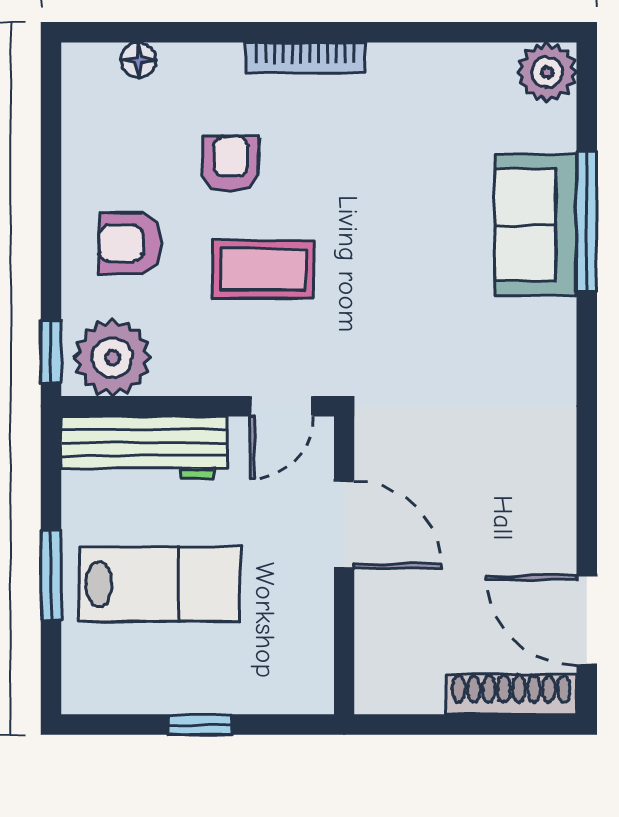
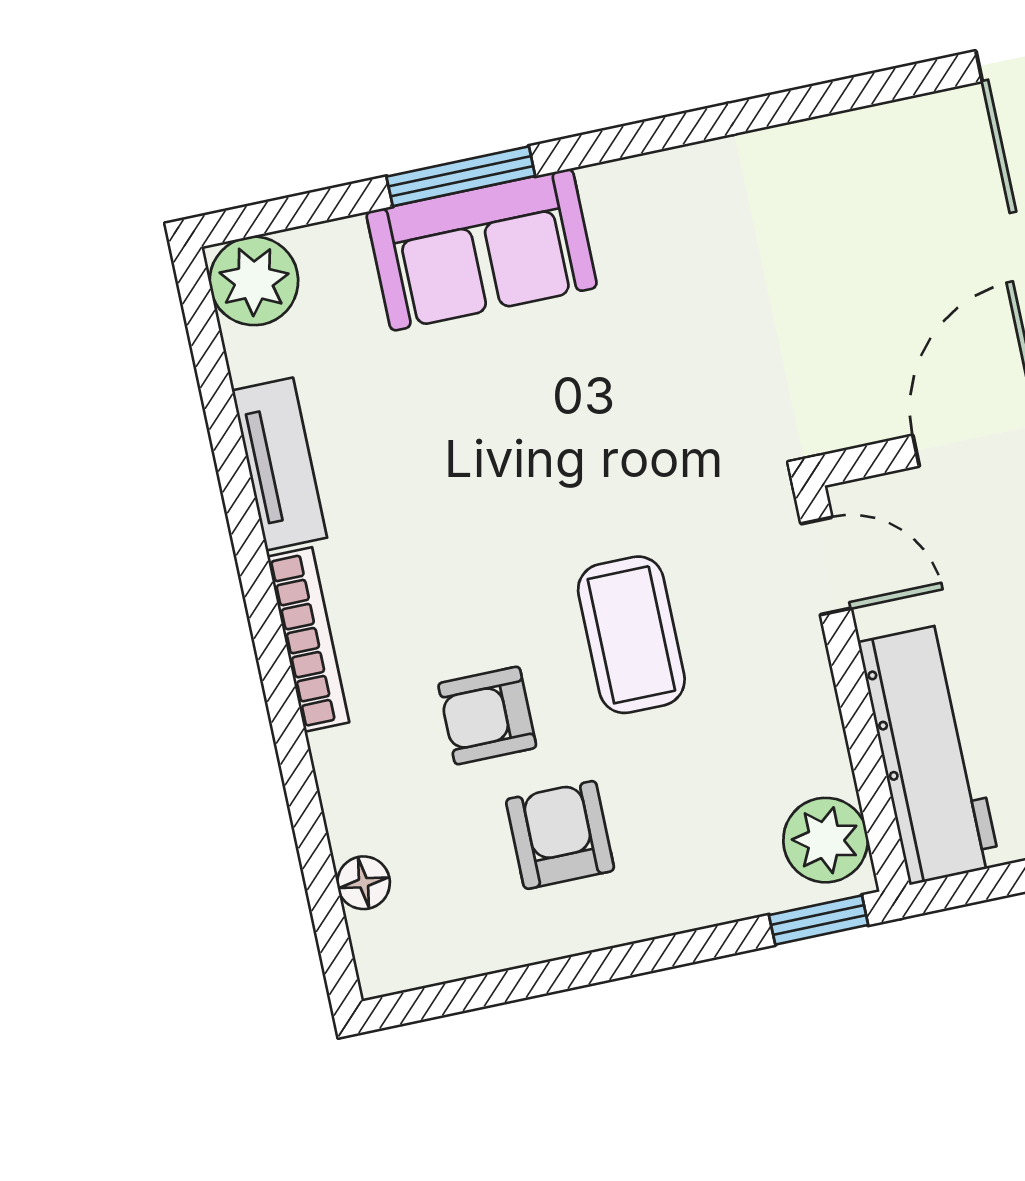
tv unit: (424, 63) -> (280, 464), added
window: (587, 222) -> (461, 176), width x0.69
armchair: (130, 243) -> (560, 835), moved, turned 180
plant: (113, 358) -> (826, 840), width x0.73, depth x0.73

